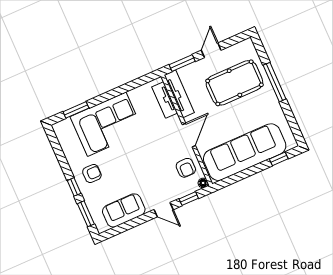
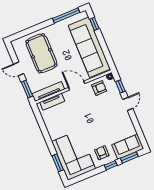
window: (275, 82) -> (66, 15), moved
corner sofa: (107, 124) -> (74, 155), moved
sofa: (124, 210) -> (128, 147), moved, turned 90

